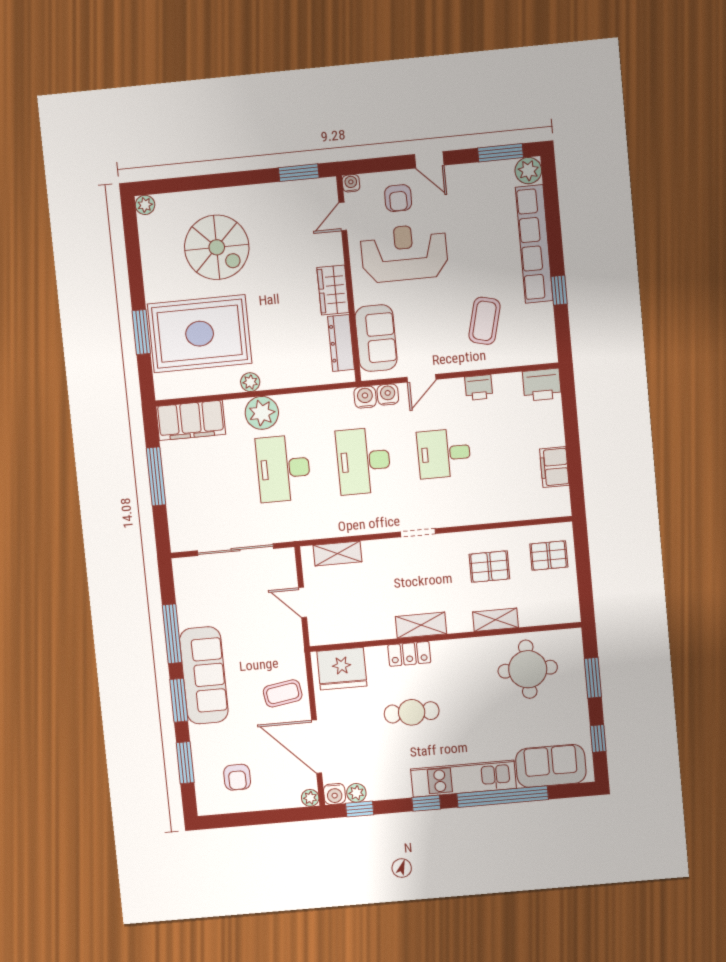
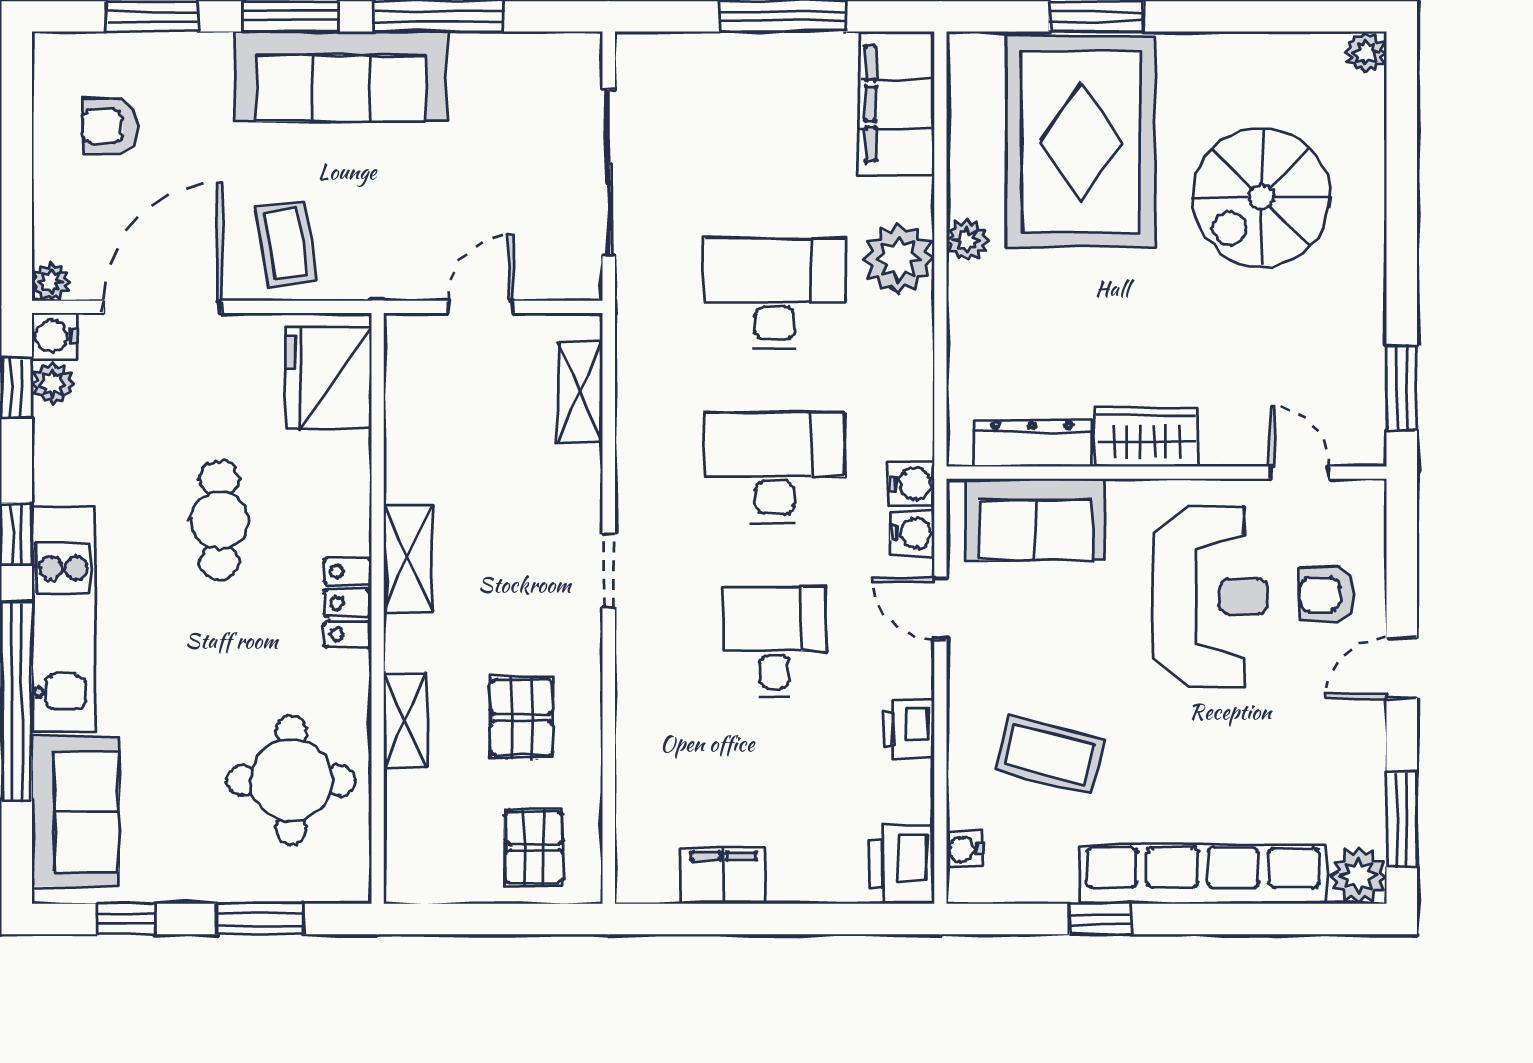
water cooler: (351, 183) -> (964, 849), moved, turned 180
locker: (409, 654) -> (348, 603), moved

